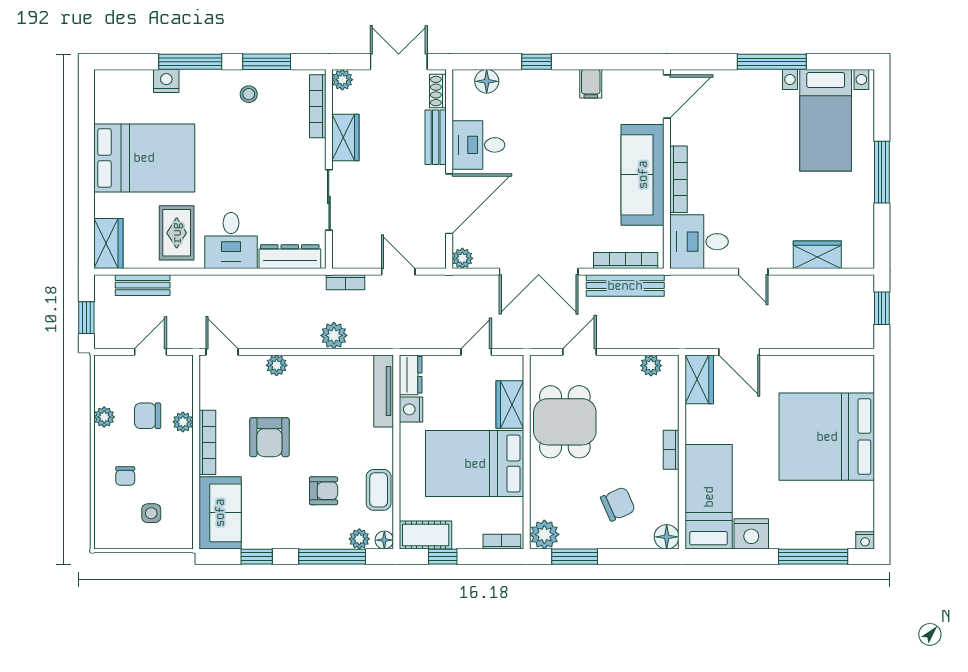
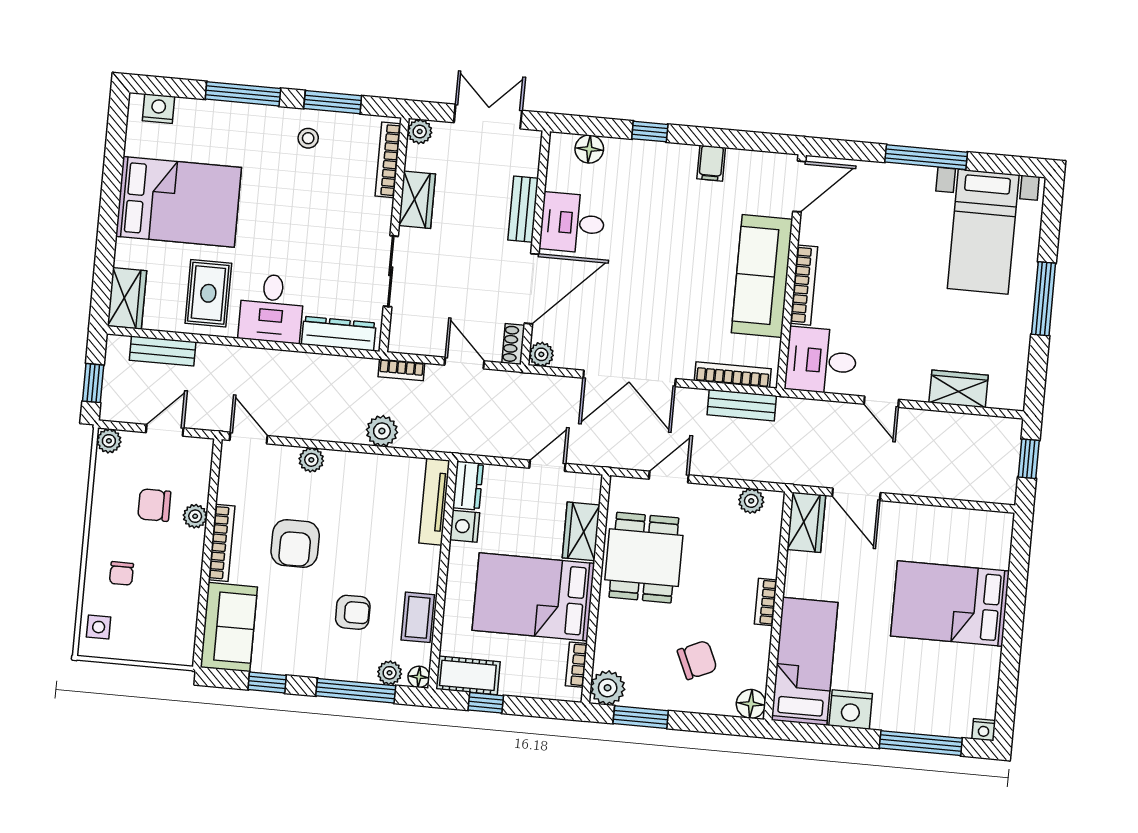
nightstand: (166, 81) -> (158, 109), moved
shoe rack: (438, 91) -> (513, 344), moved
bench: (625, 286) -> (742, 405), width x0.73
plant: (104, 417) -> (109, 441), moved
bed: (827, 437) -> (950, 604), width x0.73
side table: (151, 513) -> (99, 627), moved
bookcase: (502, 542) -> (576, 665), moved, turned -90

